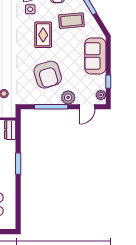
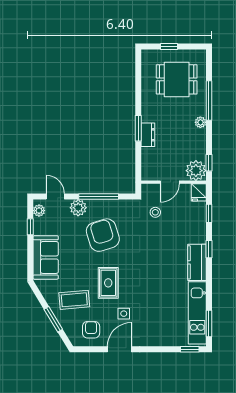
door: (87, 107) -> (55, 197), hinge flipped
dresser: (10, 130) -> (148, 135), moved

